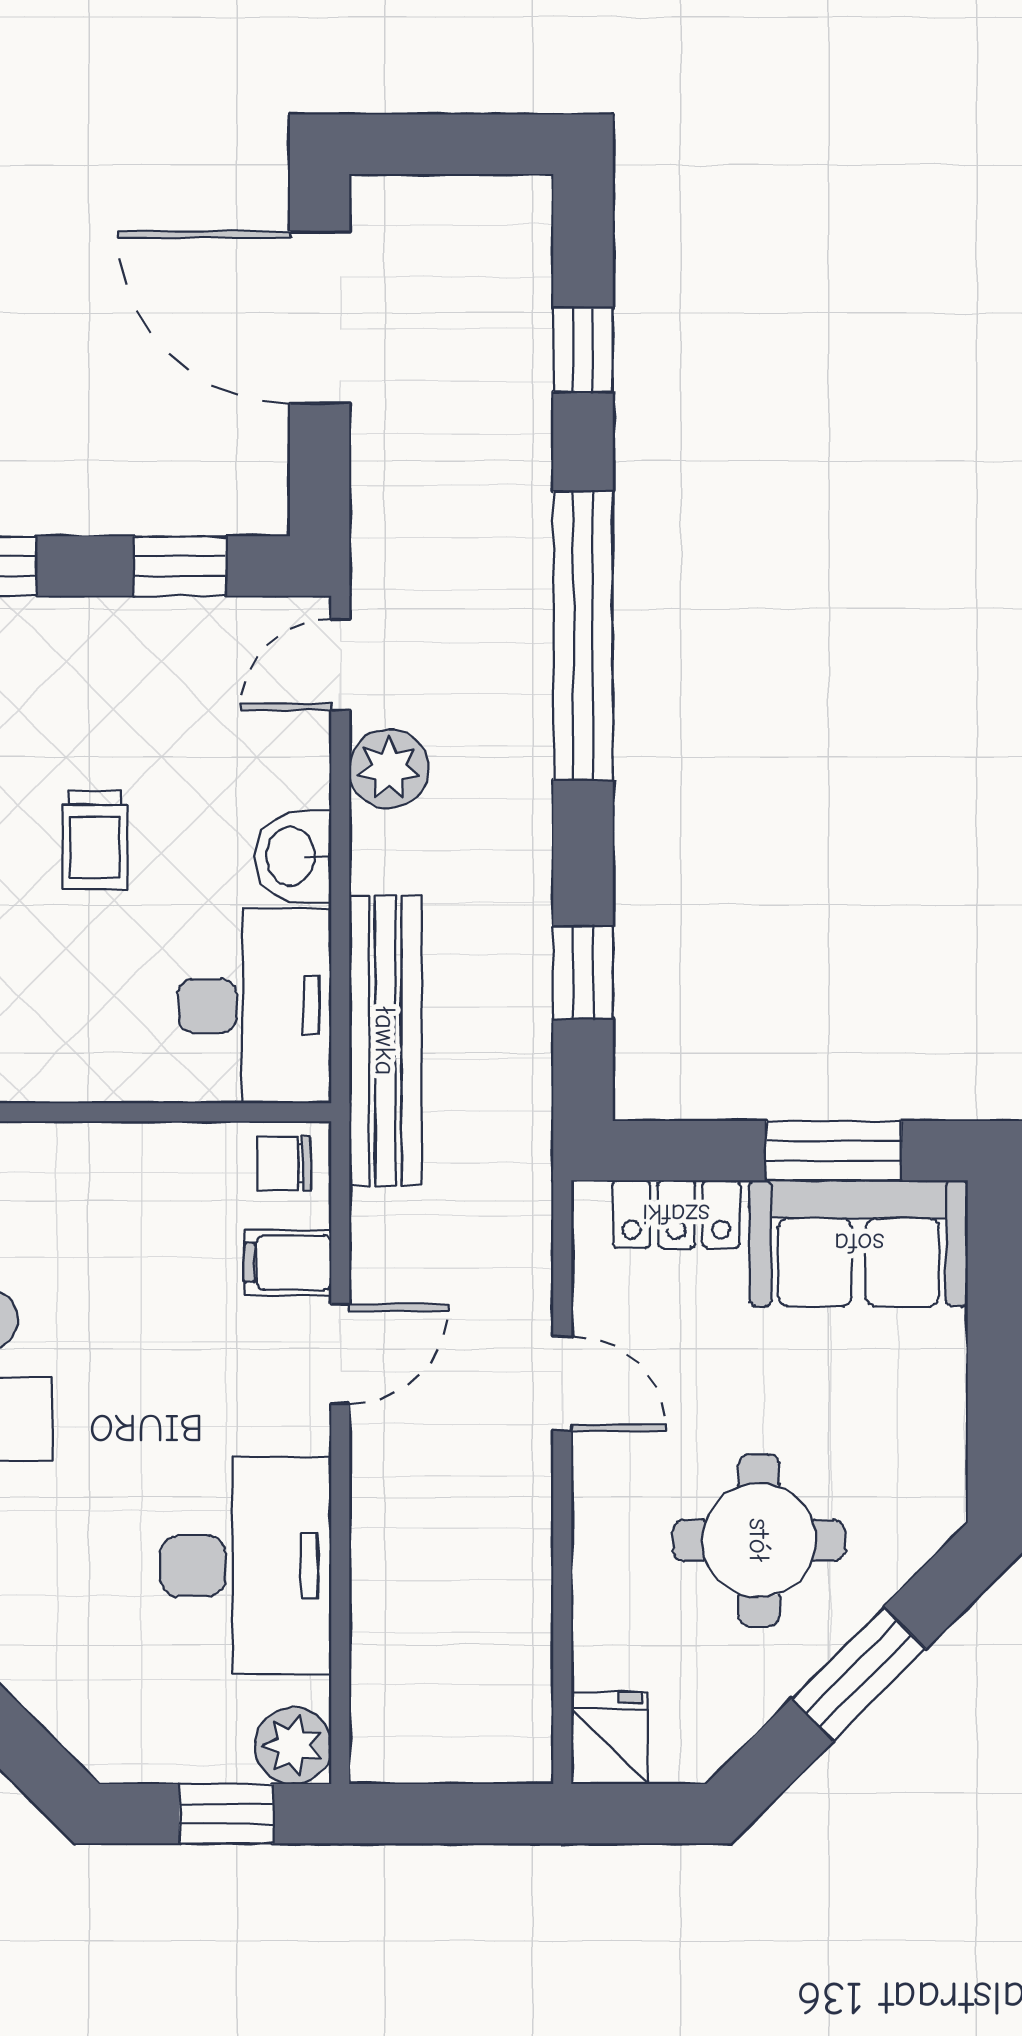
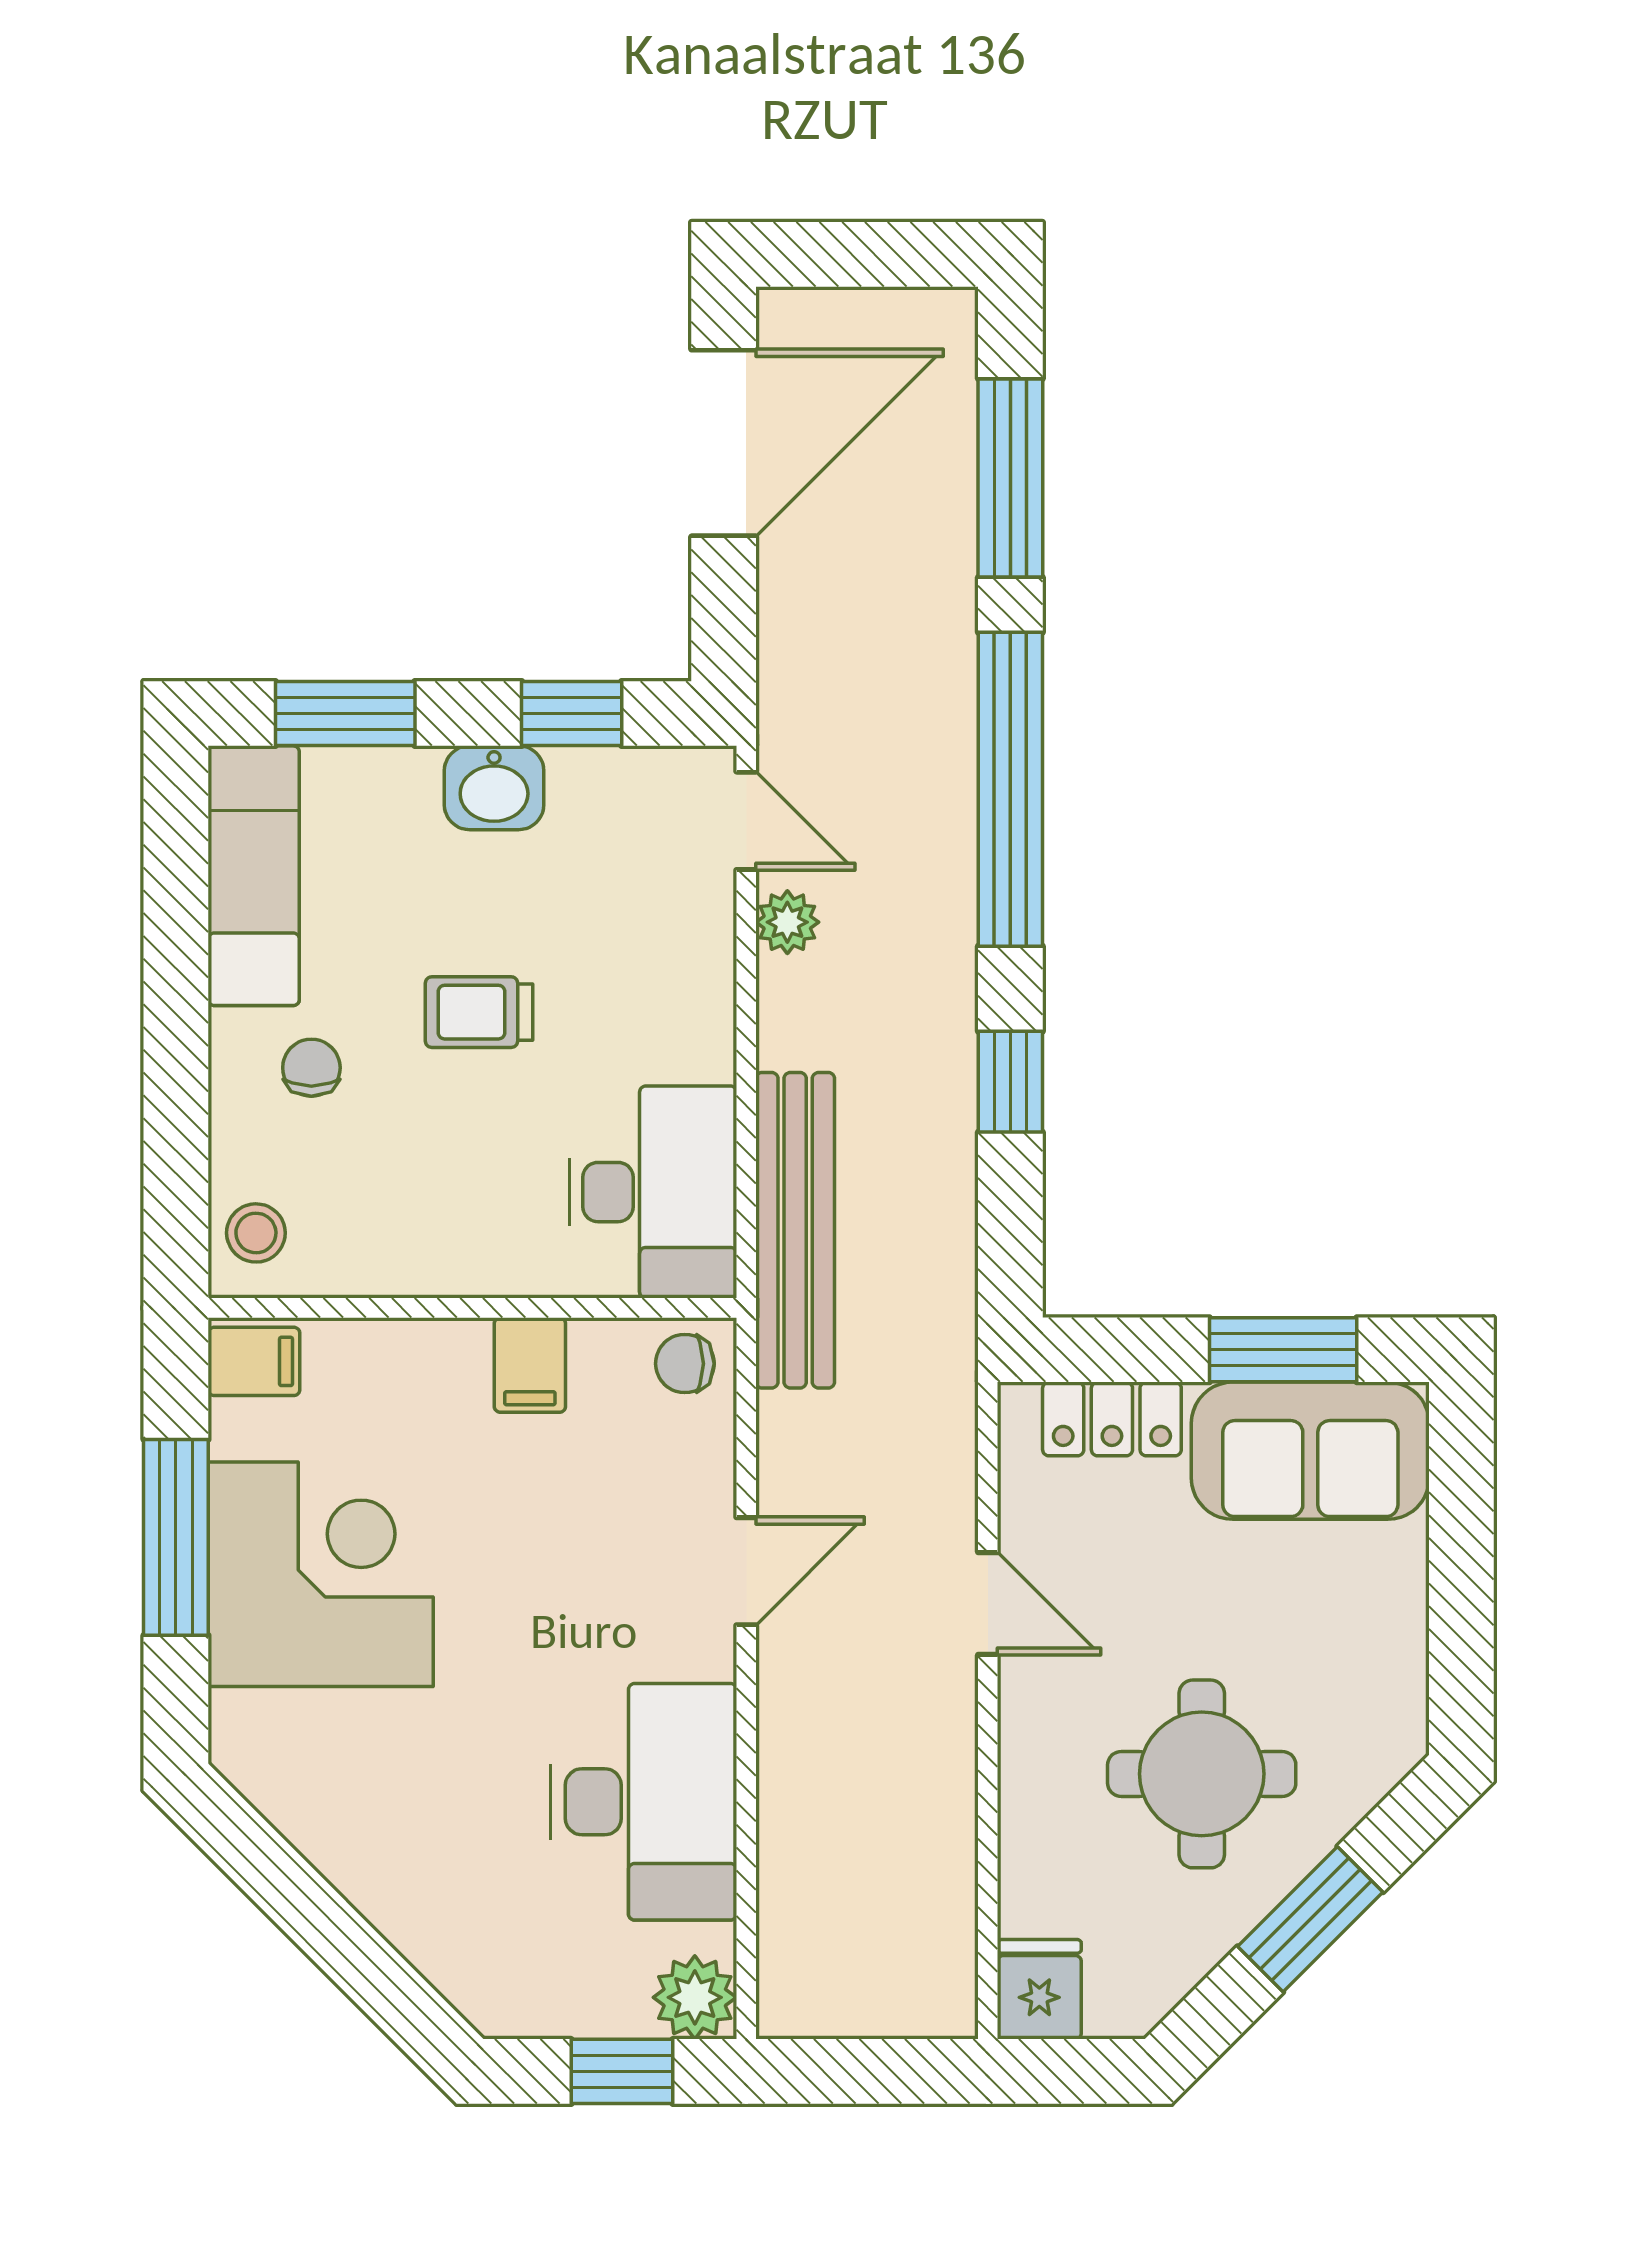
door: (320, 317) -> (724, 443), swing flipped
window: (583, 350) -> (1010, 478), width x2.17
door: (340, 665) -> (746, 821), swing flipped
plant: (389, 769) -> (787, 922), width x0.73, depth x0.73
trolley: (95, 840) -> (479, 1012), turned 90
washbasin: (293, 857) -> (494, 788), moved, turned -90
window: (583, 972) -> (1010, 1082), moved
filing cabinet: (288, 1263) -> (530, 1365), moved, turned -90

